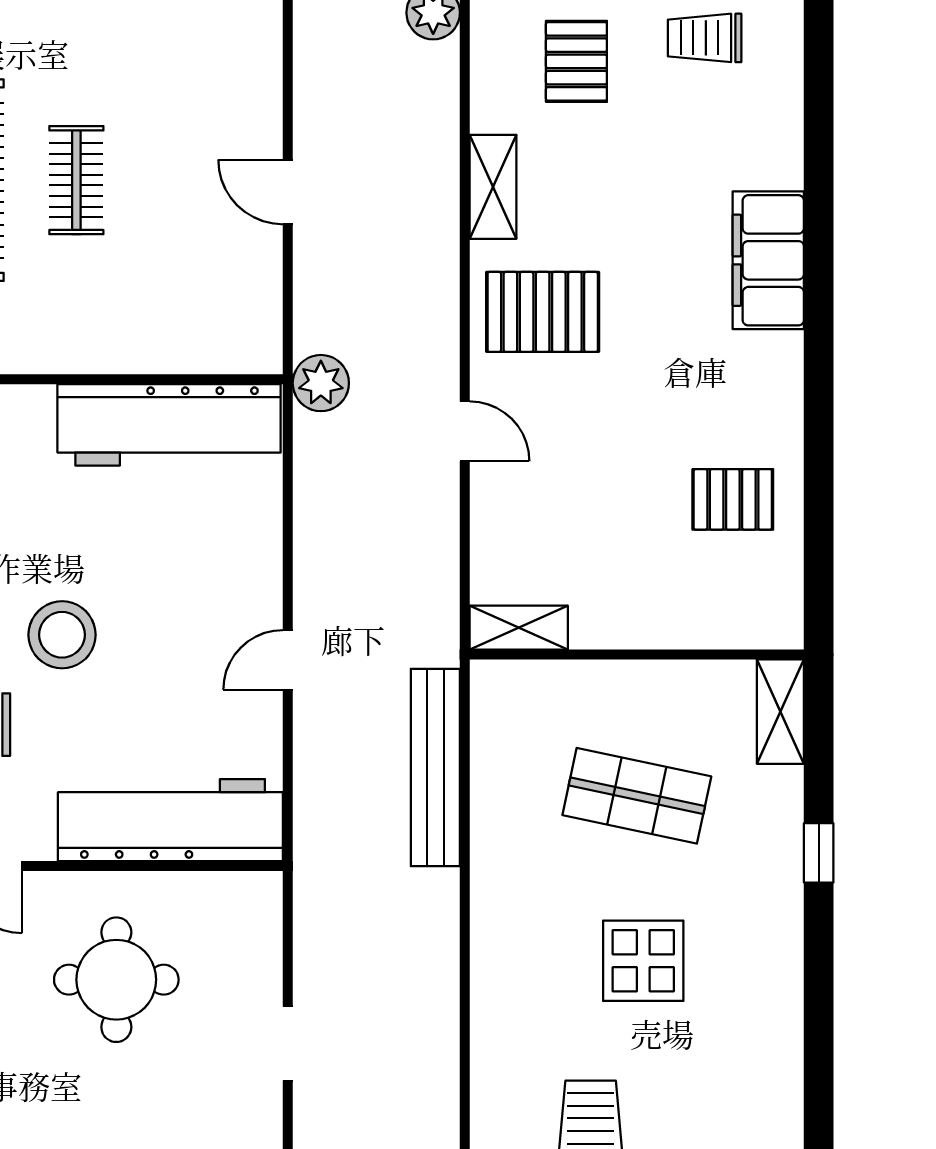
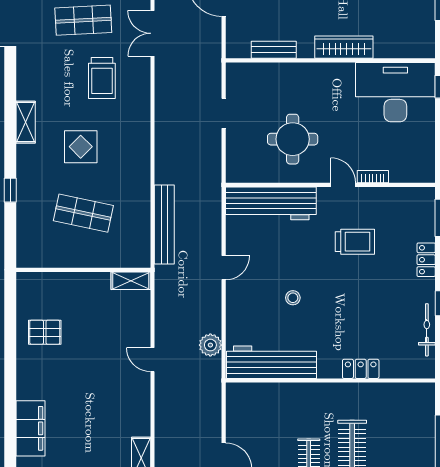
pallet: (543, 312) -> (121, 408), removed
plant: (321, 383) -> (210, 345), moved
stool: (62, 635) -> (293, 298), moved, width x0.53, depth x0.53
shelving: (780, 712) -> (26, 122), moved

